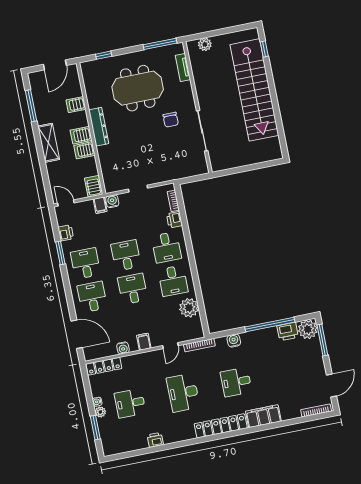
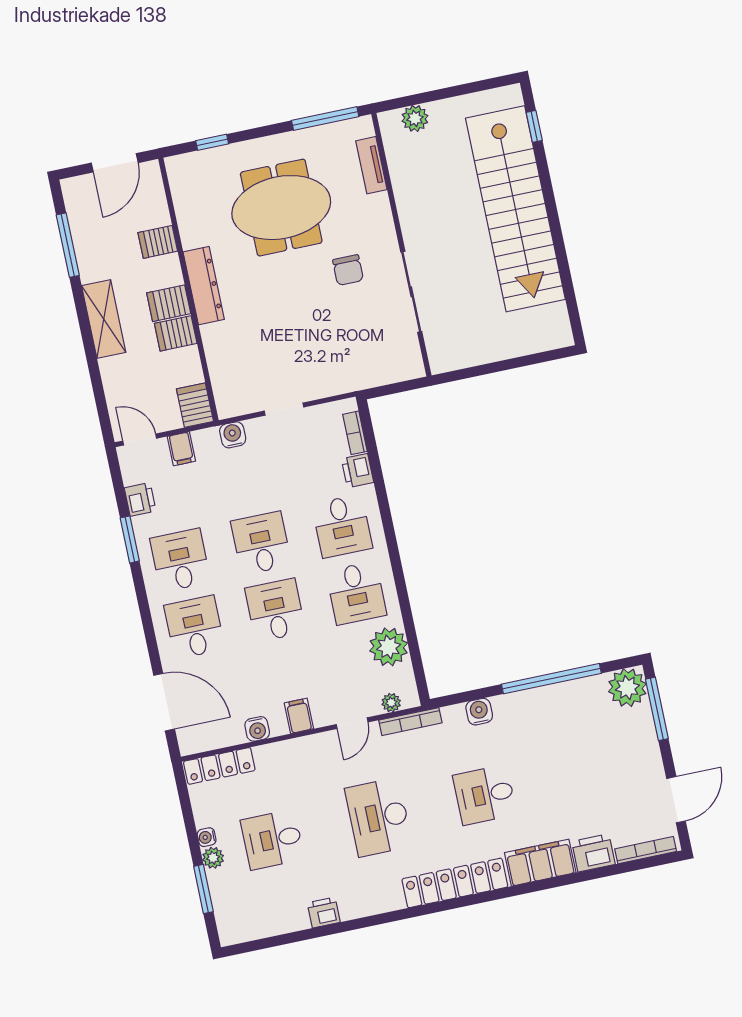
filing cabinet: (100, 205) -> (181, 449), moved
printer: (288, 332) -> (593, 853), moved, turned 180
plant: (190, 336) -> (391, 703), added

